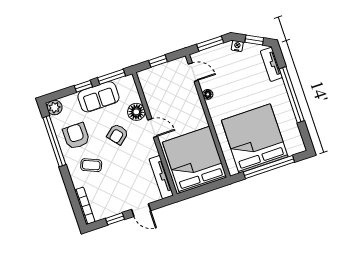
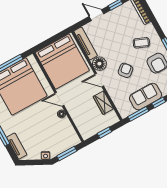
window: (254, 40) -> (33, 162), removed
door: (193, 72) -> (59, 99), moved
wardrobe: (153, 99) -> (103, 103), added
floor lamp: (136, 112) -> (99, 64), moved

